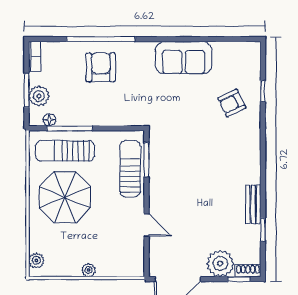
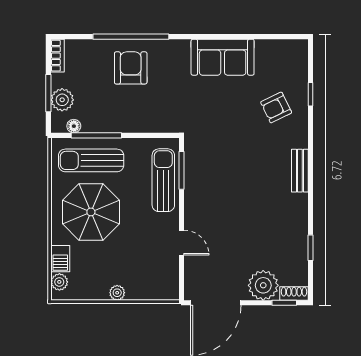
bench: (253, 204) -> (300, 171), moved
barbecue: (37, 239) -> (60, 259), added

